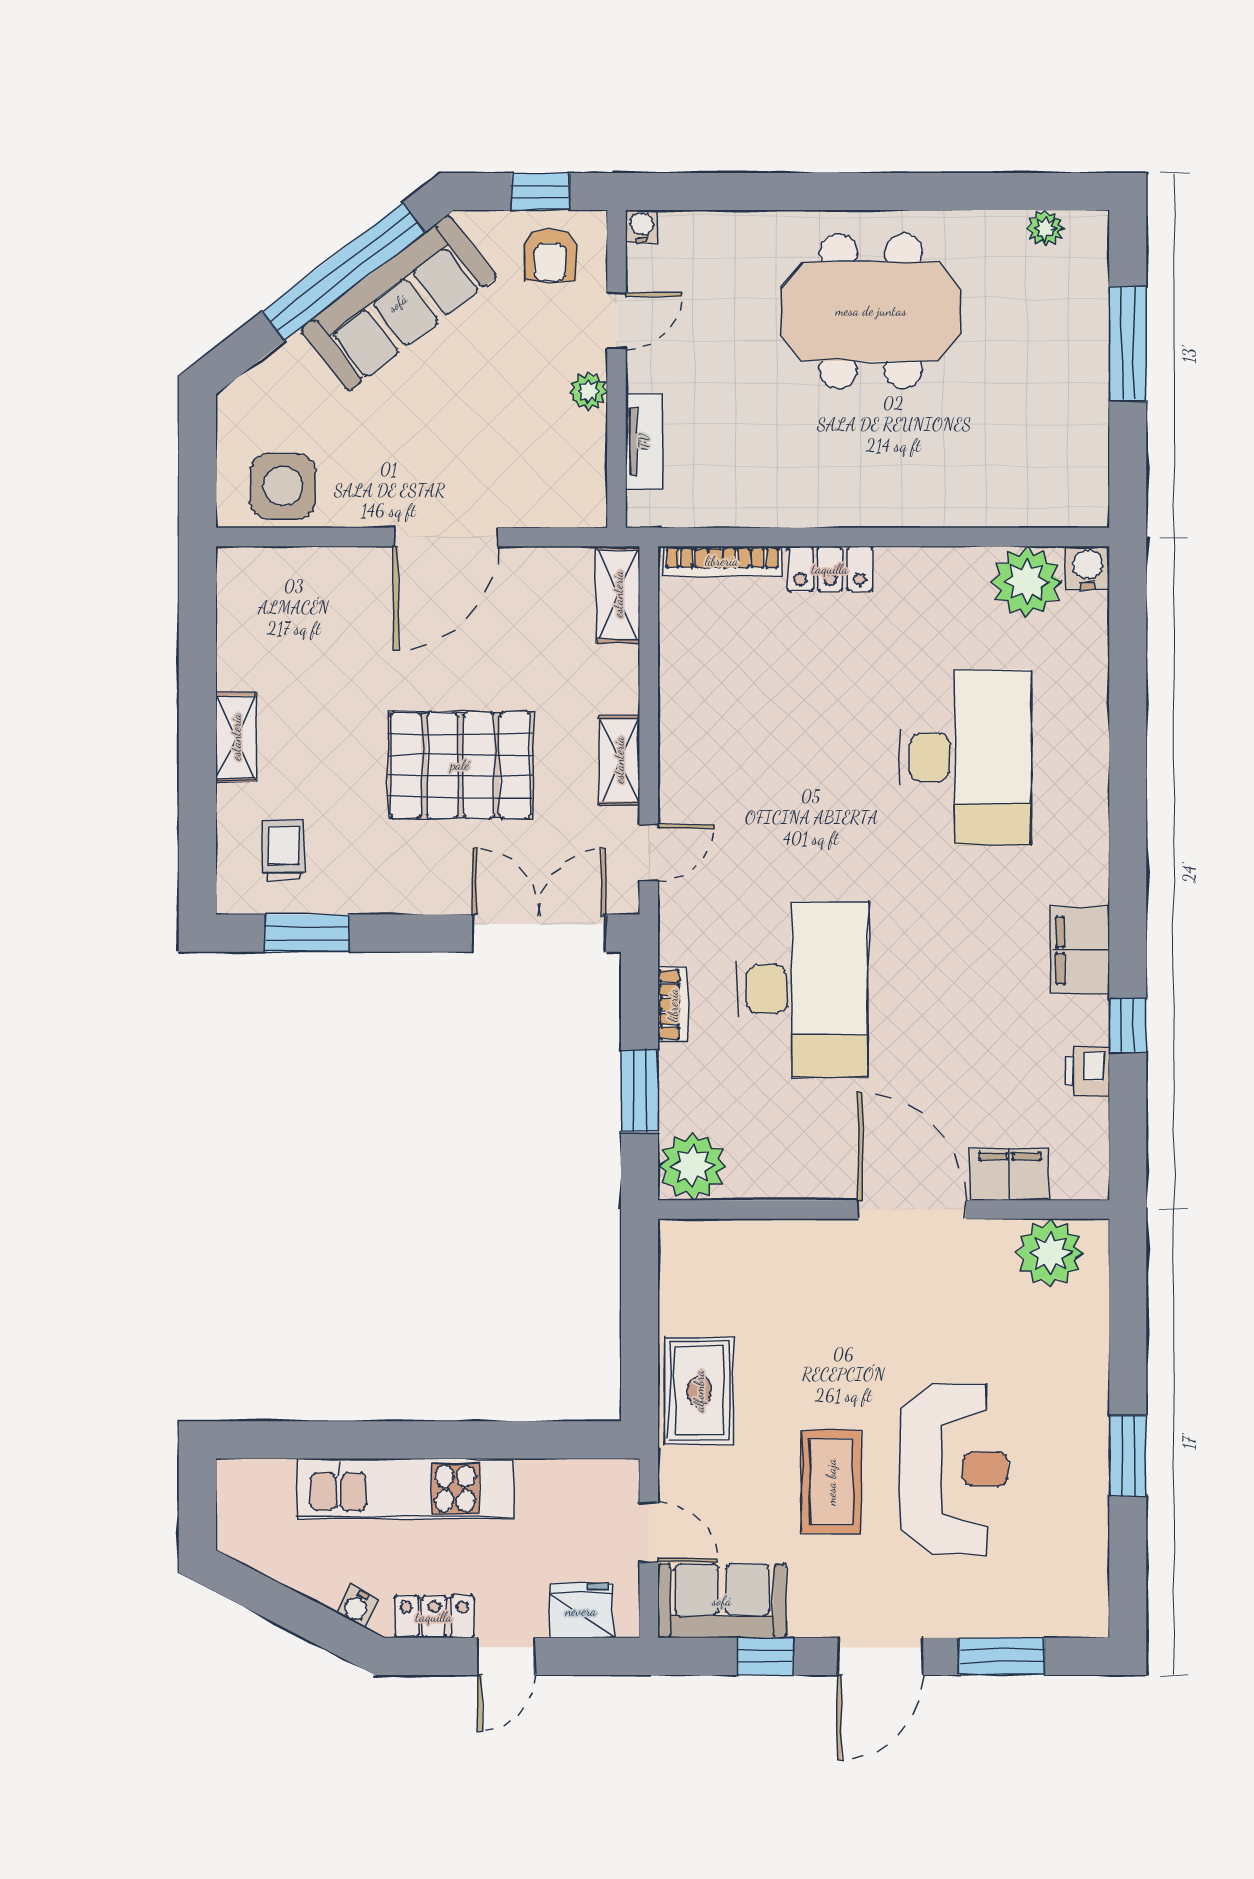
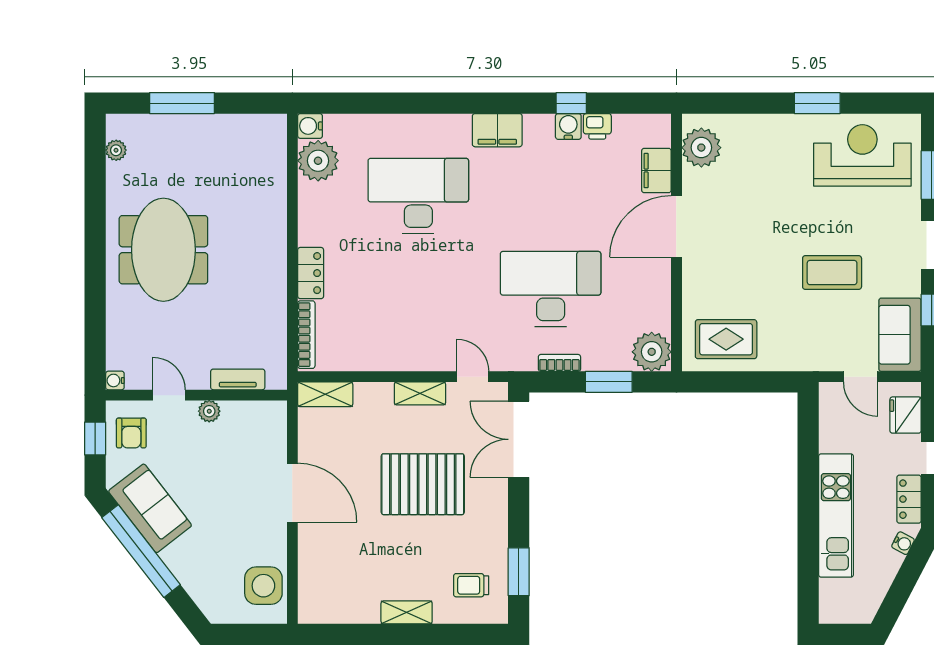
armchair: (550, 255) -> (131, 433), turned 90
sofa: (398, 303) -> (150, 508), width x0.73
pallet: (460, 765) -> (423, 484), turned 90
filing cabinet: (1080, 950) -> (497, 130), moved
water cooler: (1087, 1020) -> (568, 126), added
rug: (699, 1391) -> (726, 339), moved
reception desk: (954, 1469) -> (862, 155), moved
door: (649, 1532) -> (861, 377), swing flipped

